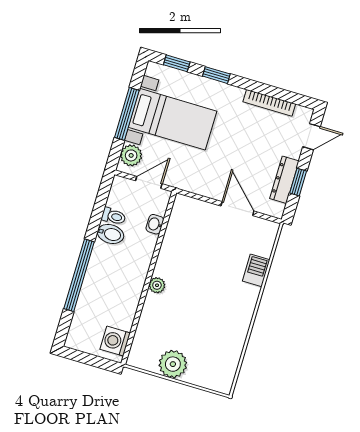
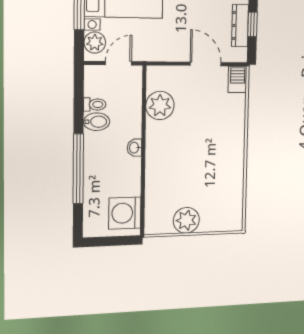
washbasin: (155, 224) -> (134, 148), moved
barbecue: (256, 270) -> (237, 79), moved
plant: (157, 285) -> (160, 106), moved, width x1.87, depth x1.87
washing machine: (115, 341) -> (125, 213), width x1.37, depth x1.37

